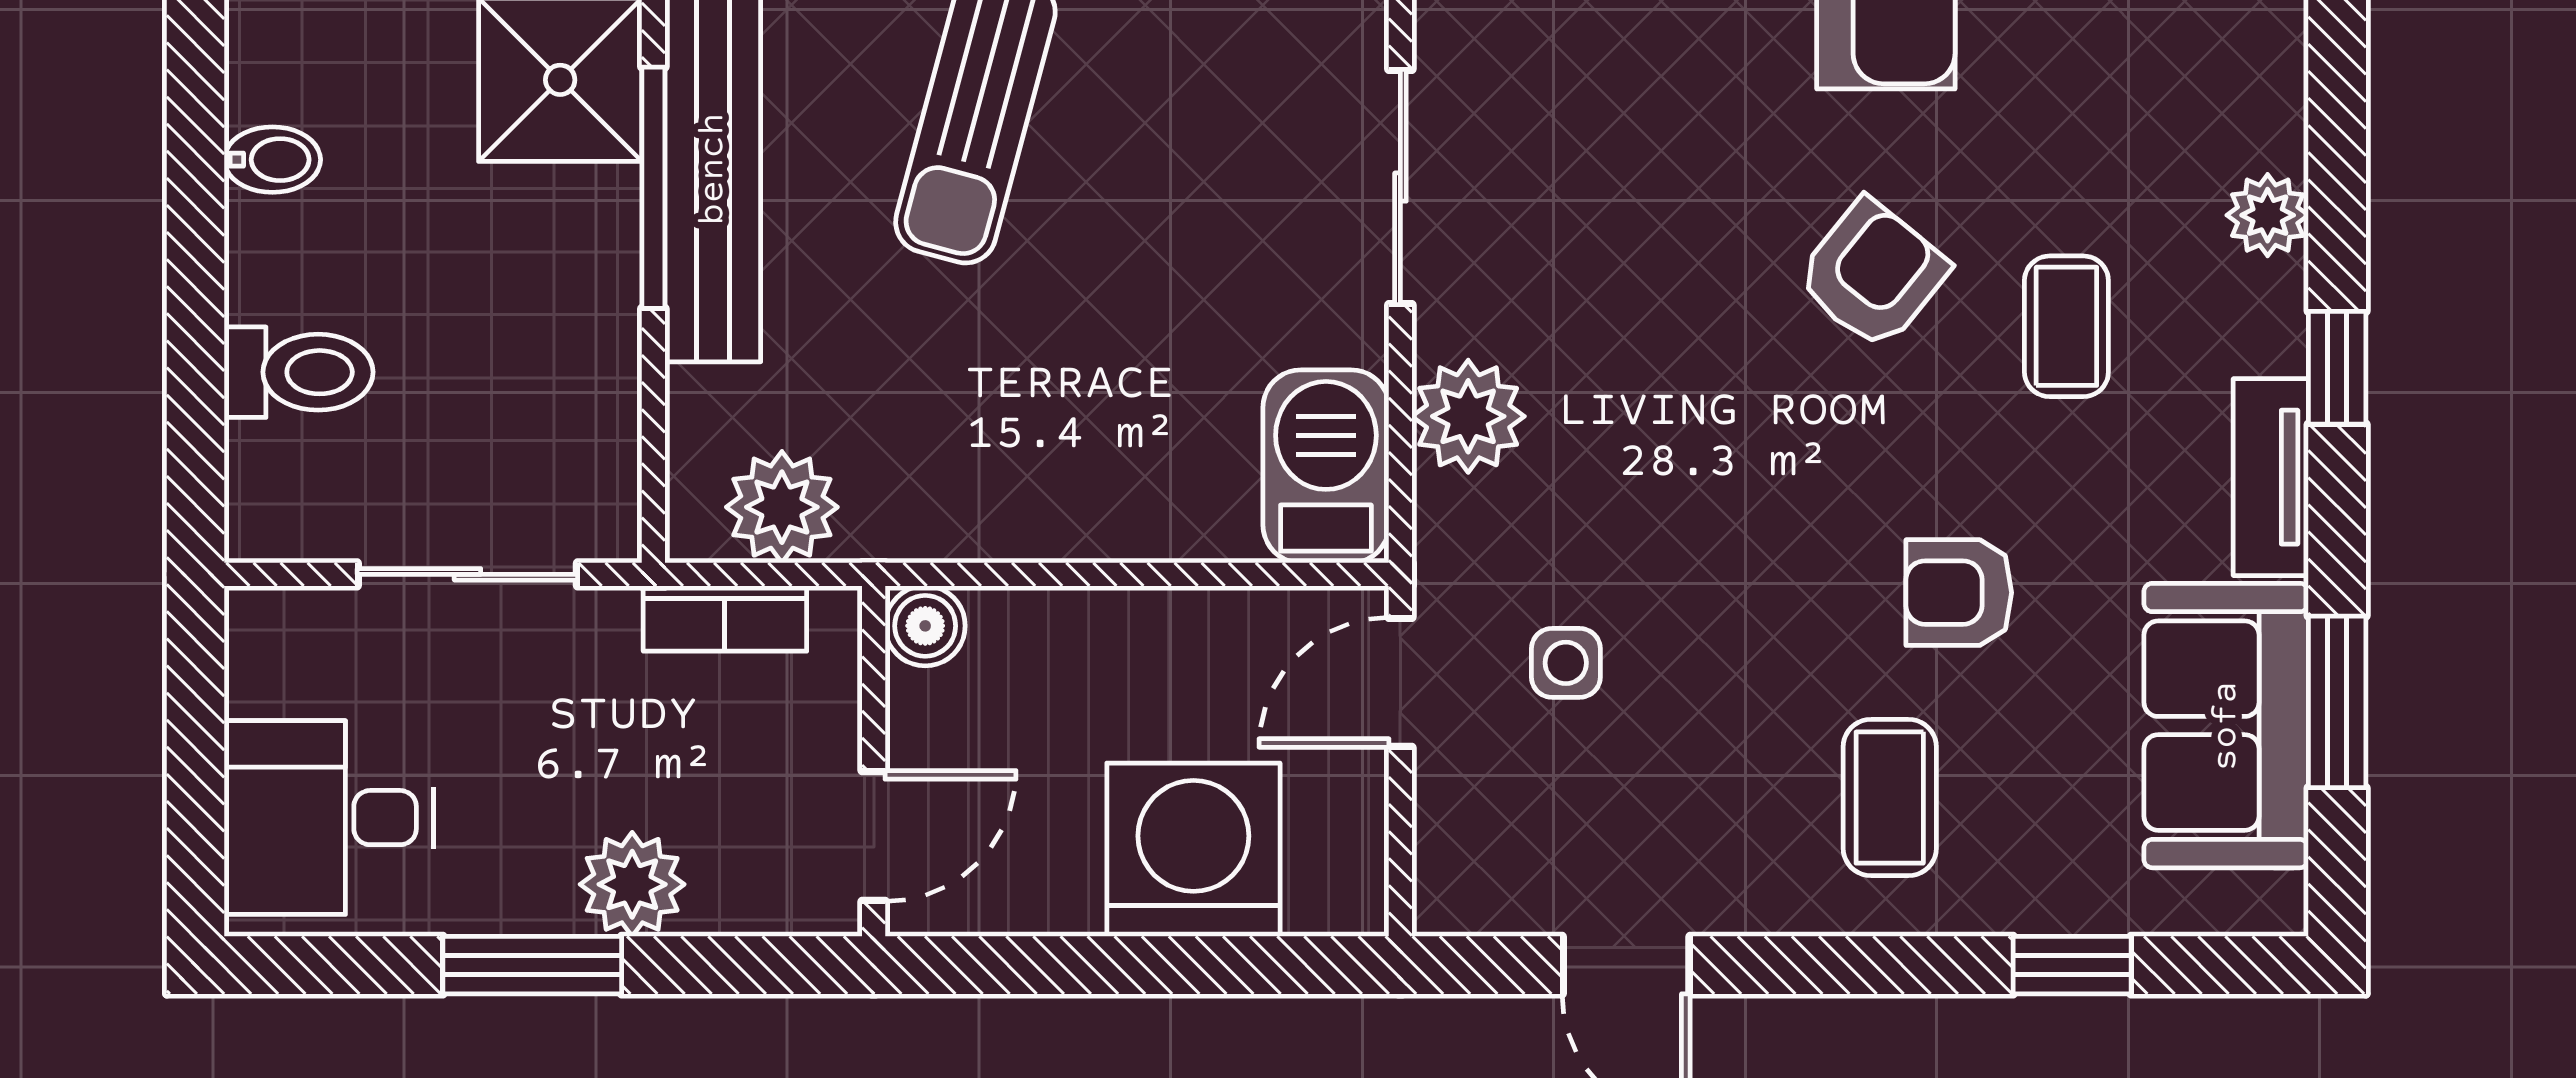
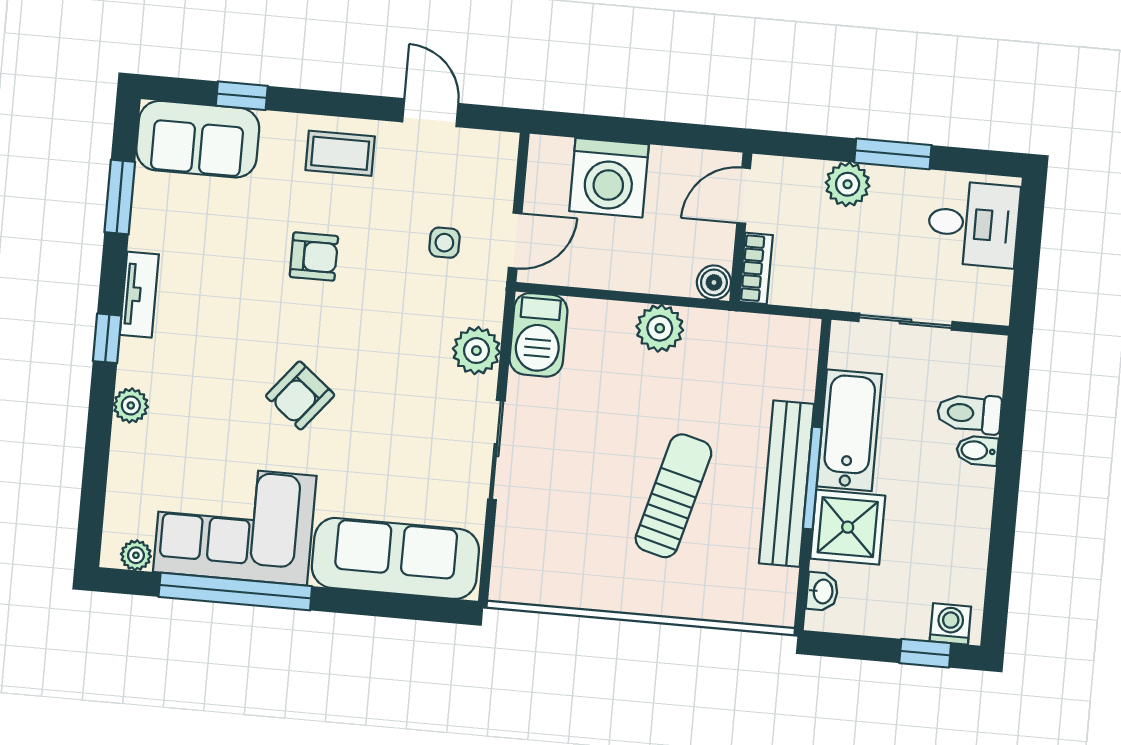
bidet: (272, 160) -> (977, 451), moved
bathtub: (577, 307) -> (849, 430), added
coffee table: (2066, 326) -> (220, 366), removed
plant: (782, 507) -> (660, 328), moved
armchair: (1959, 593) -> (314, 257), moved
bookcase: (725, 619) -> (756, 268), moved, turned 90
sofa: (2226, 726) -> (198, 139), moved, turned 90
coffee table: (1890, 798) -> (340, 153), moved, turned 90

